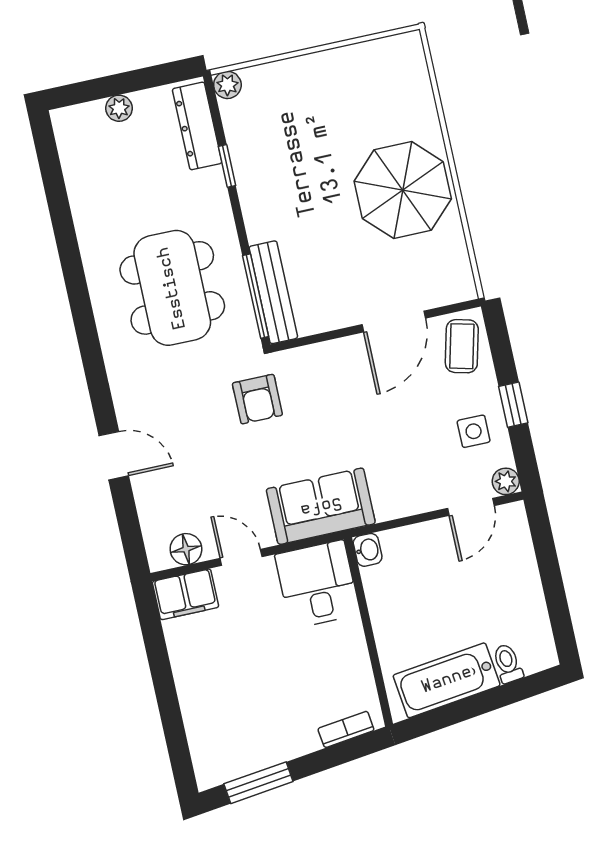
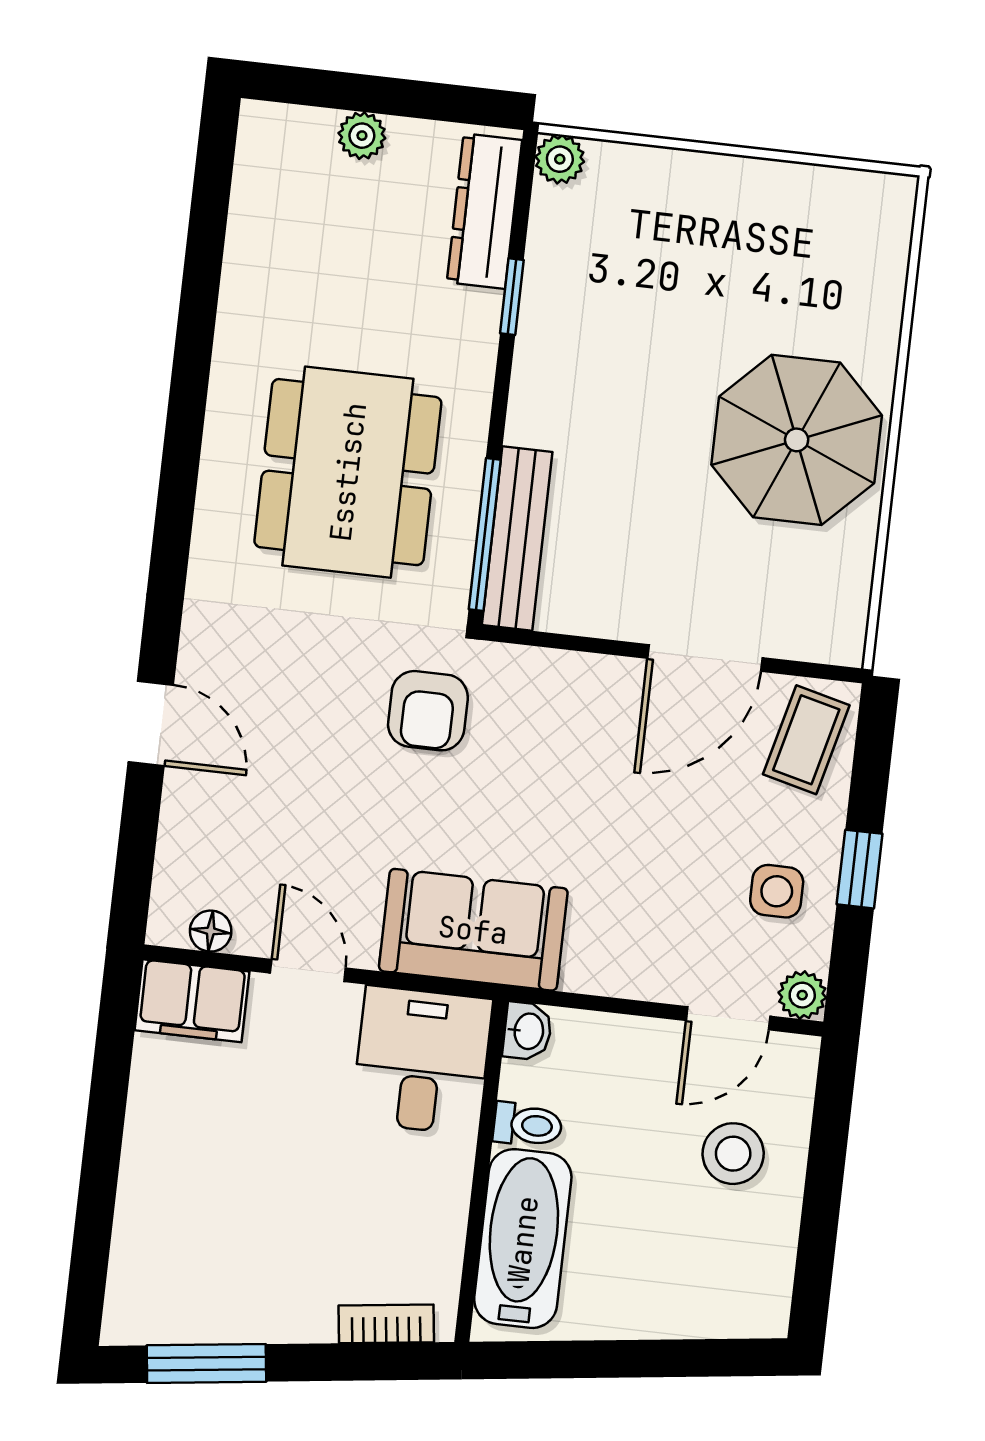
floor lamp: (186, 549) -> (211, 931), width x0.73, depth x0.73
stool: (498, 577) -> (733, 1154), added
toilet: (508, 663) -> (528, 1125), moved, turned 97
bathtub: (447, 680) -> (523, 1239), moved, turned 97

